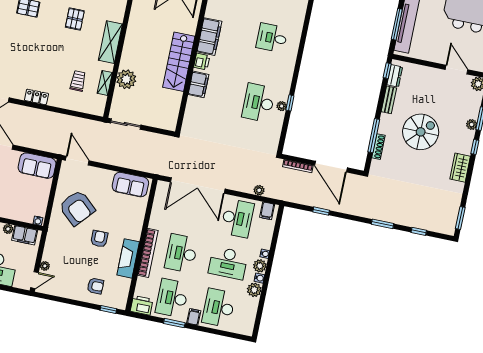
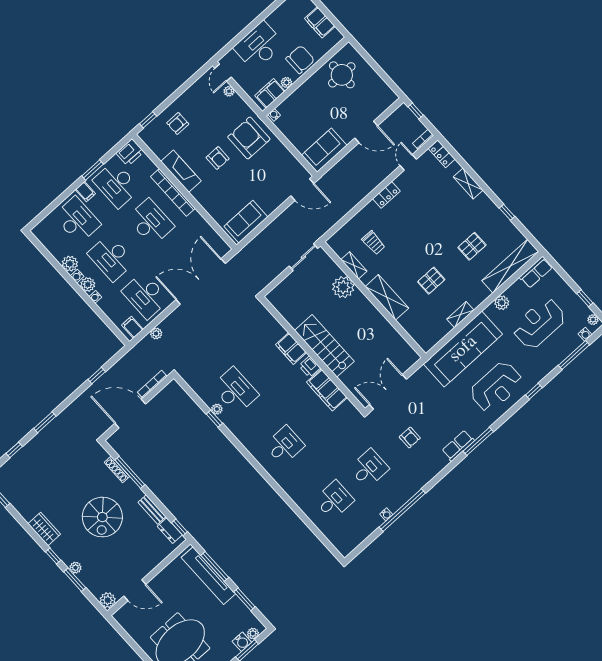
pallet: (75, 19) -> (431, 281), turned 90
armchair: (77, 208) -> (249, 138), moved, turned 48
desk: (228, 263) -> (111, 258), turned -90
desk: (172, 298) -> (116, 184), turned 180

